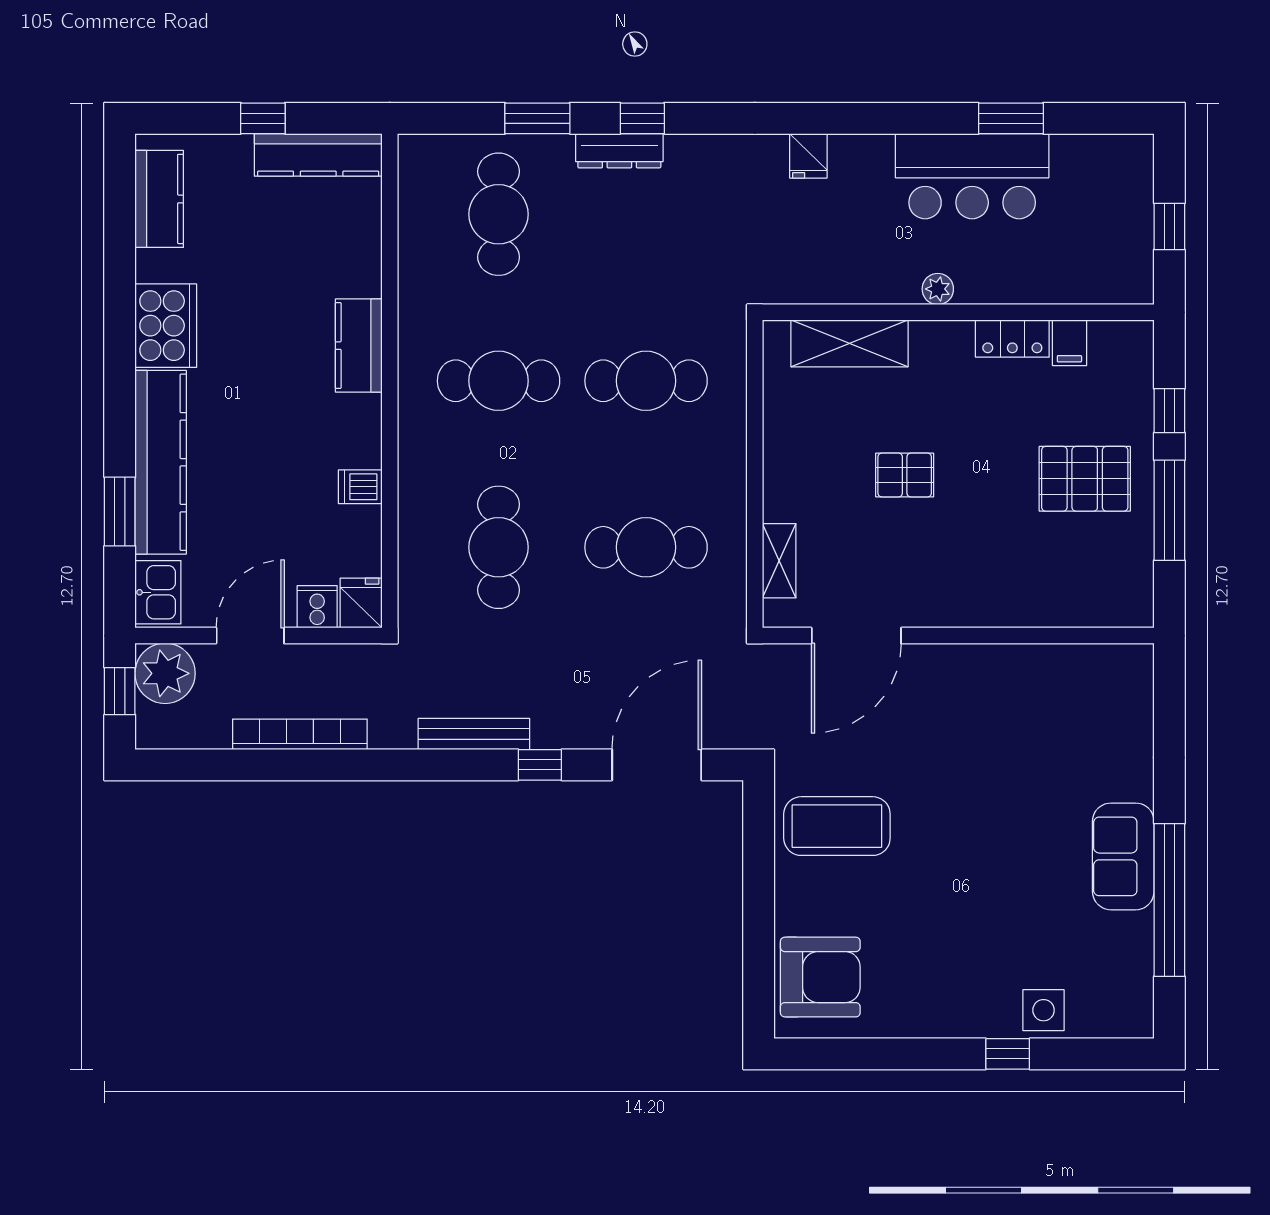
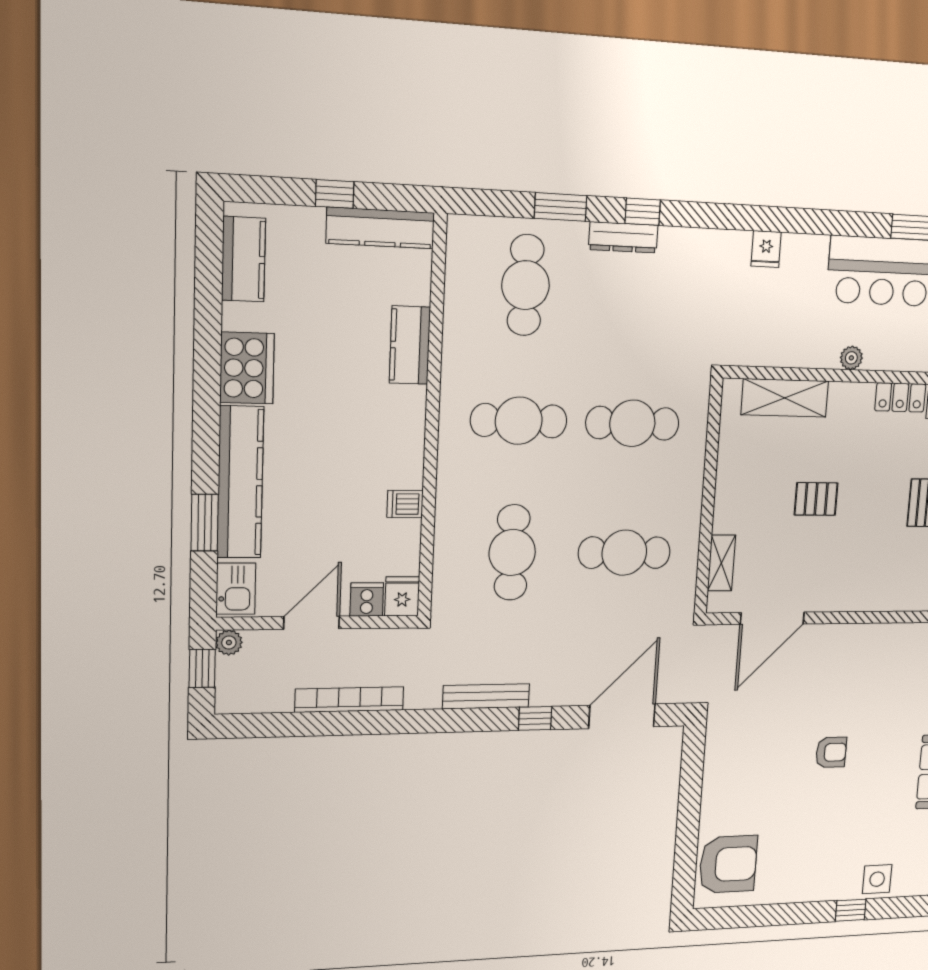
kitchen counter: (359, 346) -> (410, 345), moved
plant: (165, 673) -> (229, 643), width x0.53, depth x0.53
armchair: (957, 823) -> (831, 752), added
coffee table: (837, 826) -> (748, 757), removed

